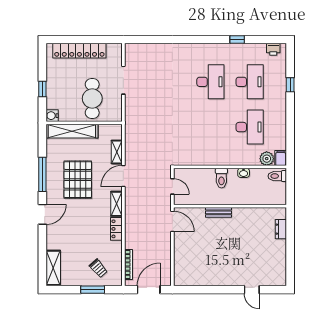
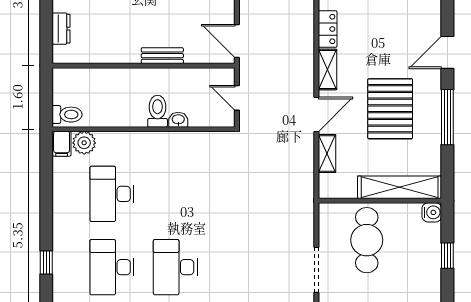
washbasin: (244, 173) -> (178, 120), moved

